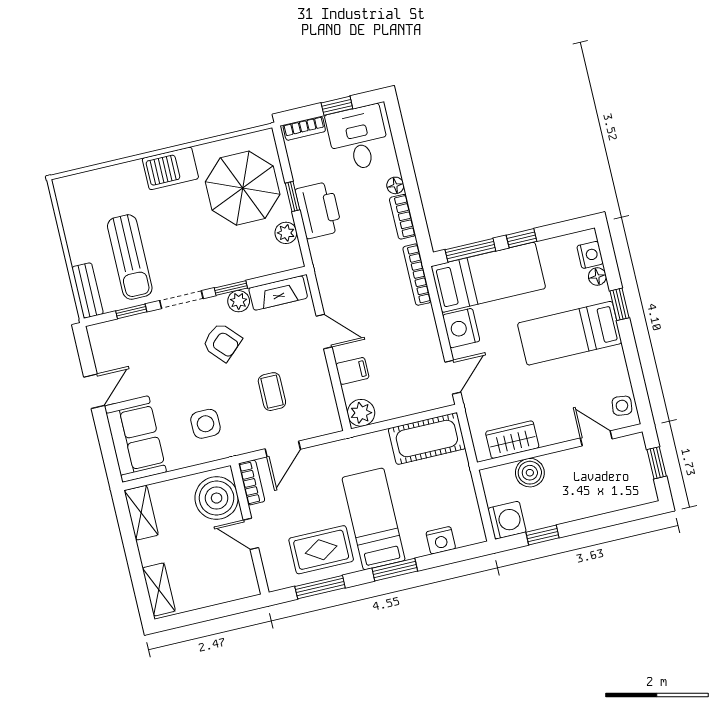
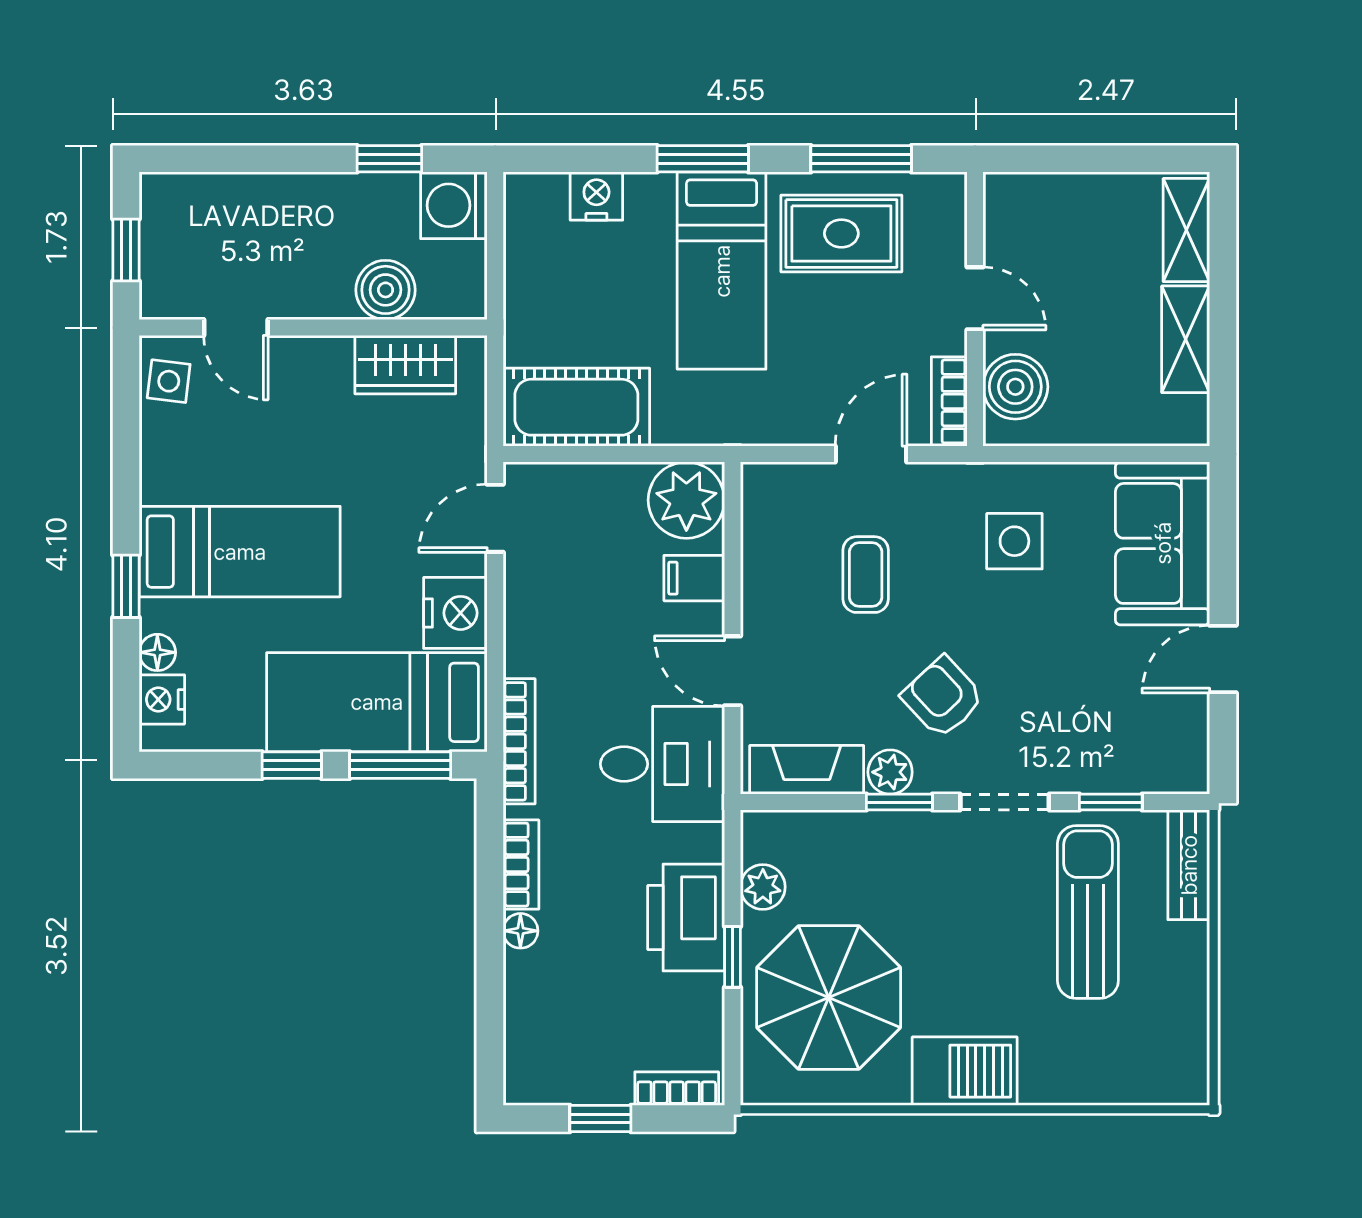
desk: (358, 138) -> (662, 764), moved, turned -90
plant: (361, 413) -> (686, 500), width x1.36, depth x1.36
boiler: (217, 498) -> (1015, 387), width x0.73, depth x0.73
shelving: (141, 513) -> (1186, 339), moved

